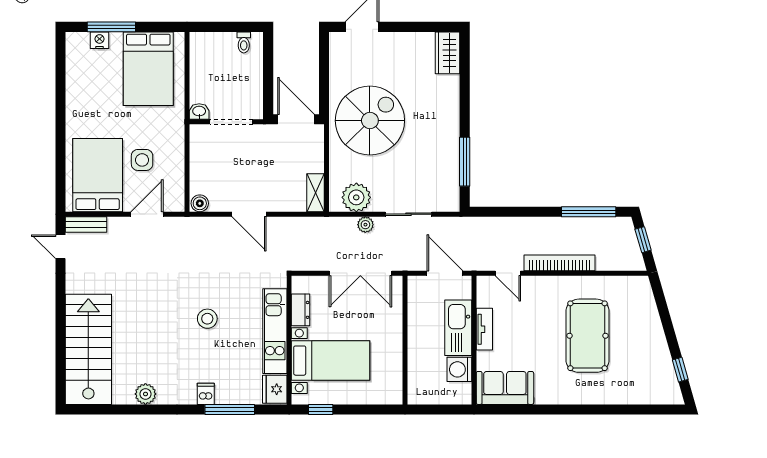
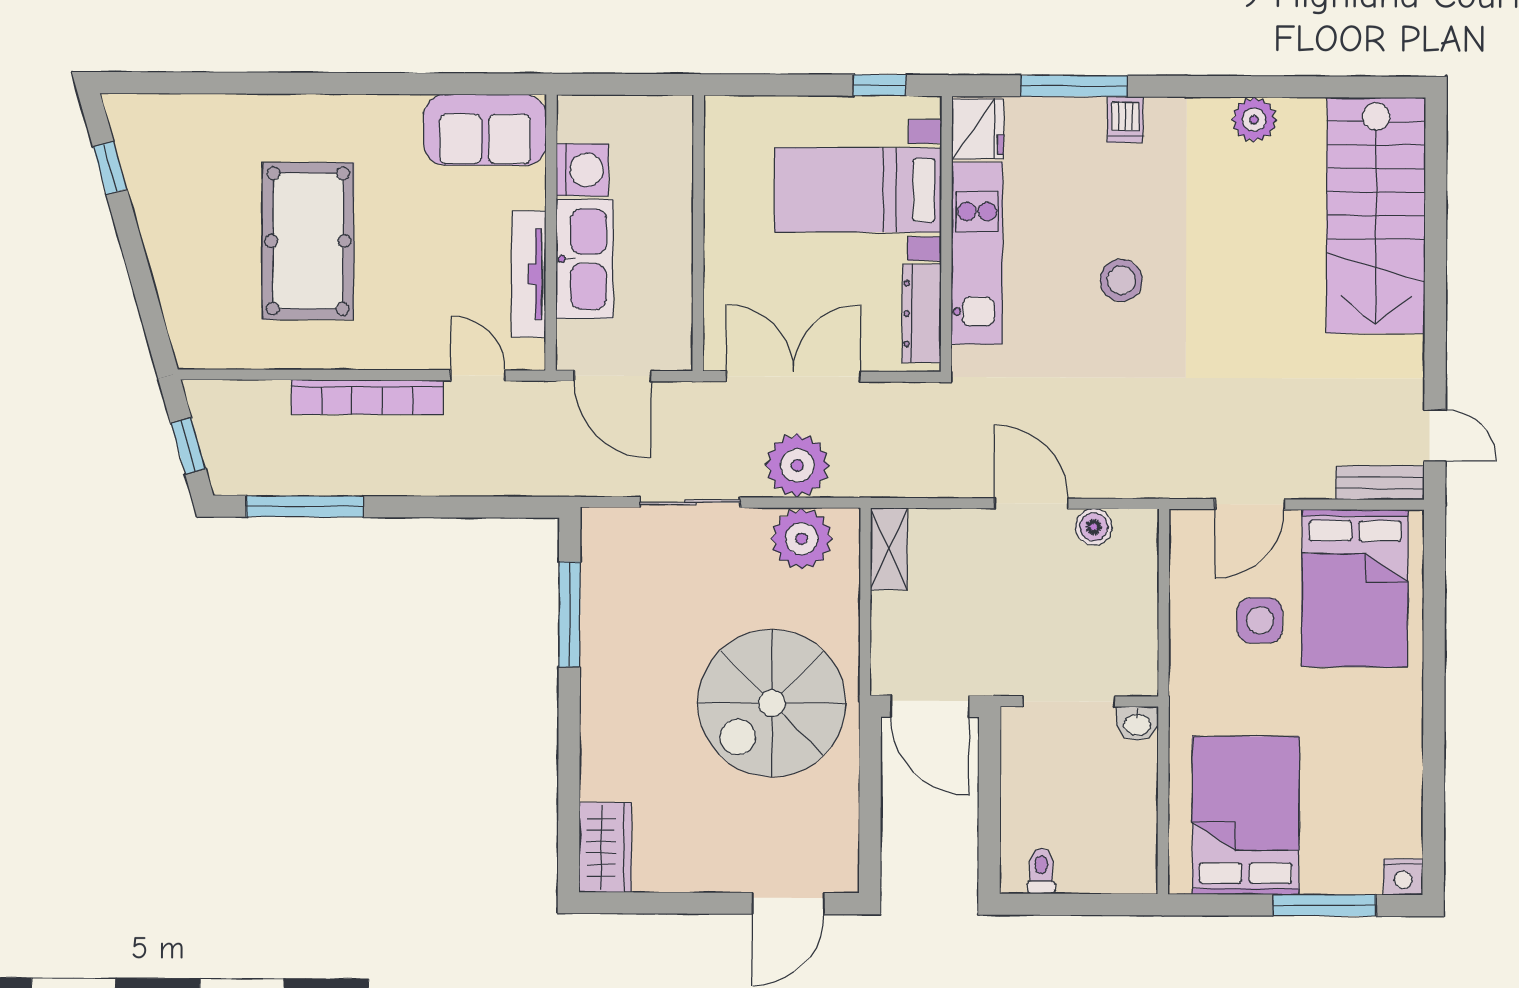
nightstand: (100, 40) -> (1403, 877), moved
boiler: (200, 203) -> (1094, 527), moved
plant: (365, 225) -> (797, 465), width x1.87, depth x1.87
dresser: (301, 310) -> (922, 313), width x1.44
tv unit: (484, 329) -> (529, 274), width x1.41

